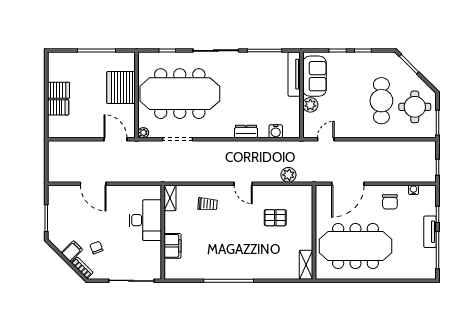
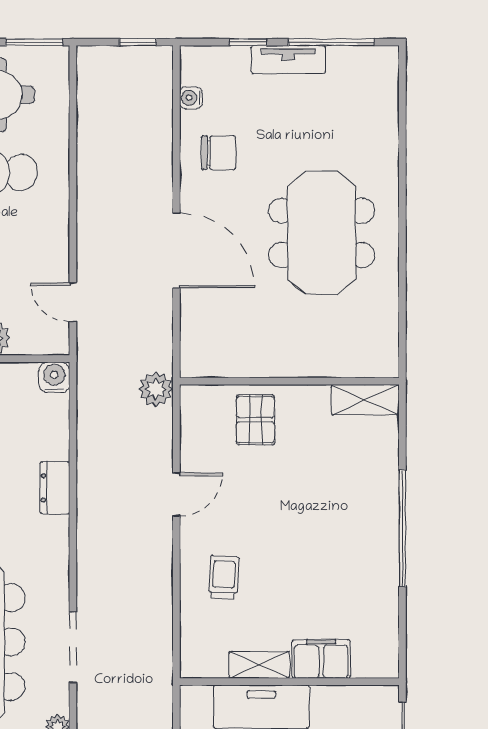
water cooler: (276, 131) -> (54, 377), moved, turned -90
shelving: (170, 198) -> (259, 665), moved
wall: (314, 232) -> (289, 381), moved
meeting table: (355, 246) -> (322, 233), width x0.73
shelving: (306, 265) -> (365, 400), moved

